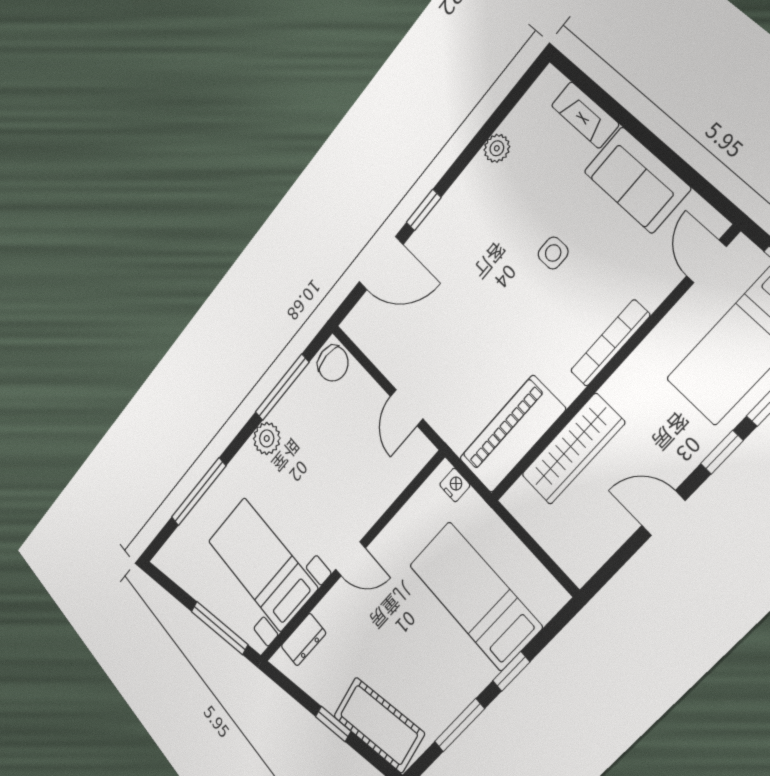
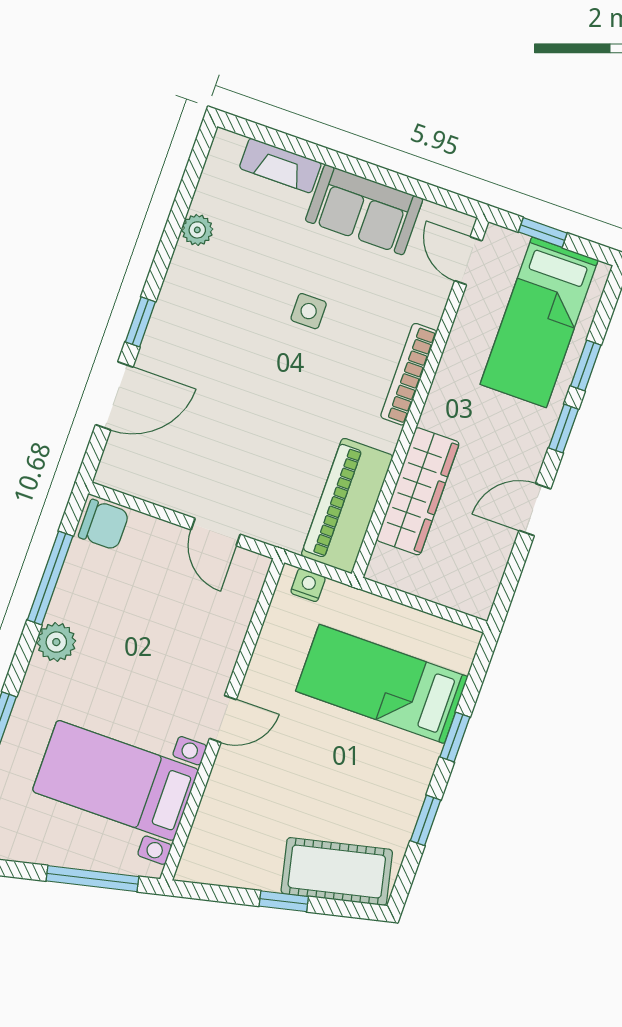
dresser: (303, 640) -> (206, 833), removed
window: (459, 725) -> (426, 820), width x0.67

